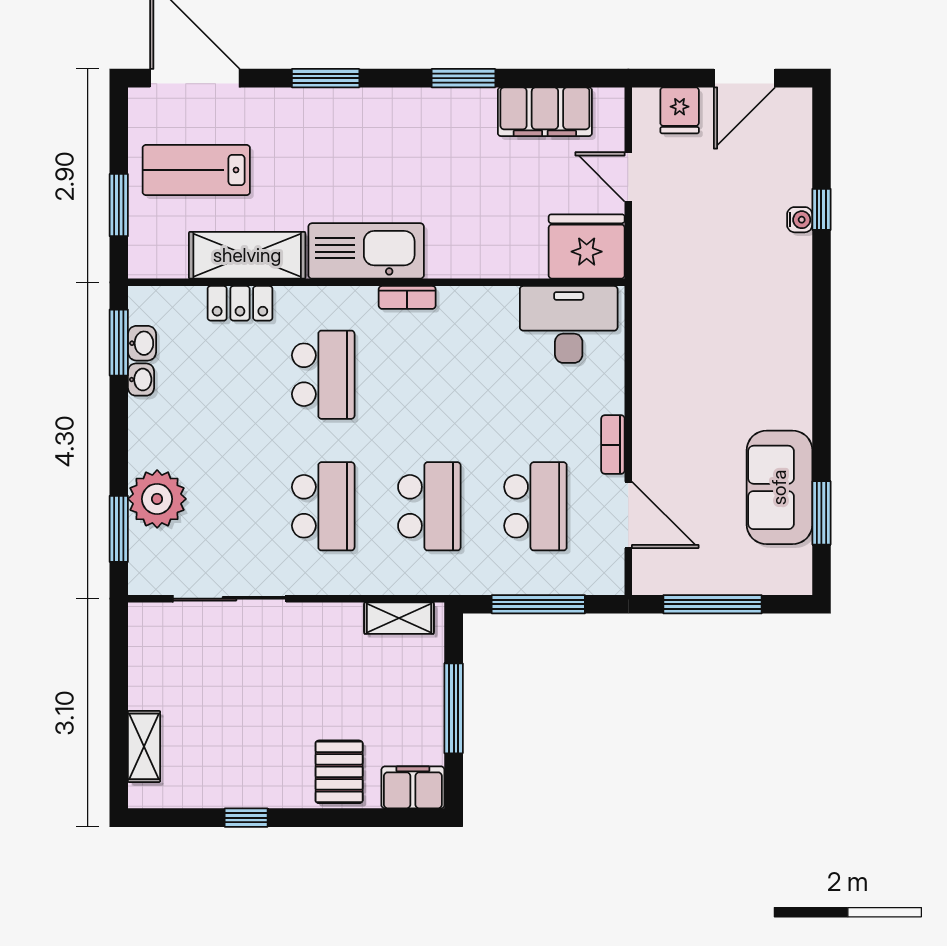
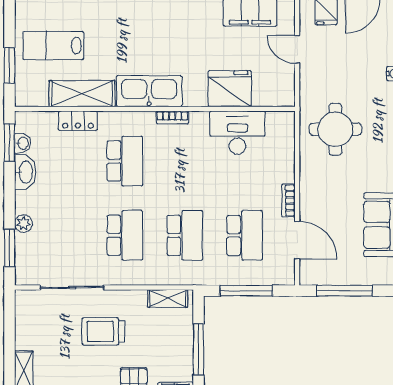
fridge: (587, 246) -> (230, 89), moved
round table: (696, 318) -> (335, 129), added
desk: (569, 324) -> (237, 133), moved
washbasin: (141, 380) -> (25, 172), width x1.91, depth x1.45
plant: (157, 499) -> (23, 224), width x0.53, depth x0.53
trolley: (285, 677) -> (103, 331), added

